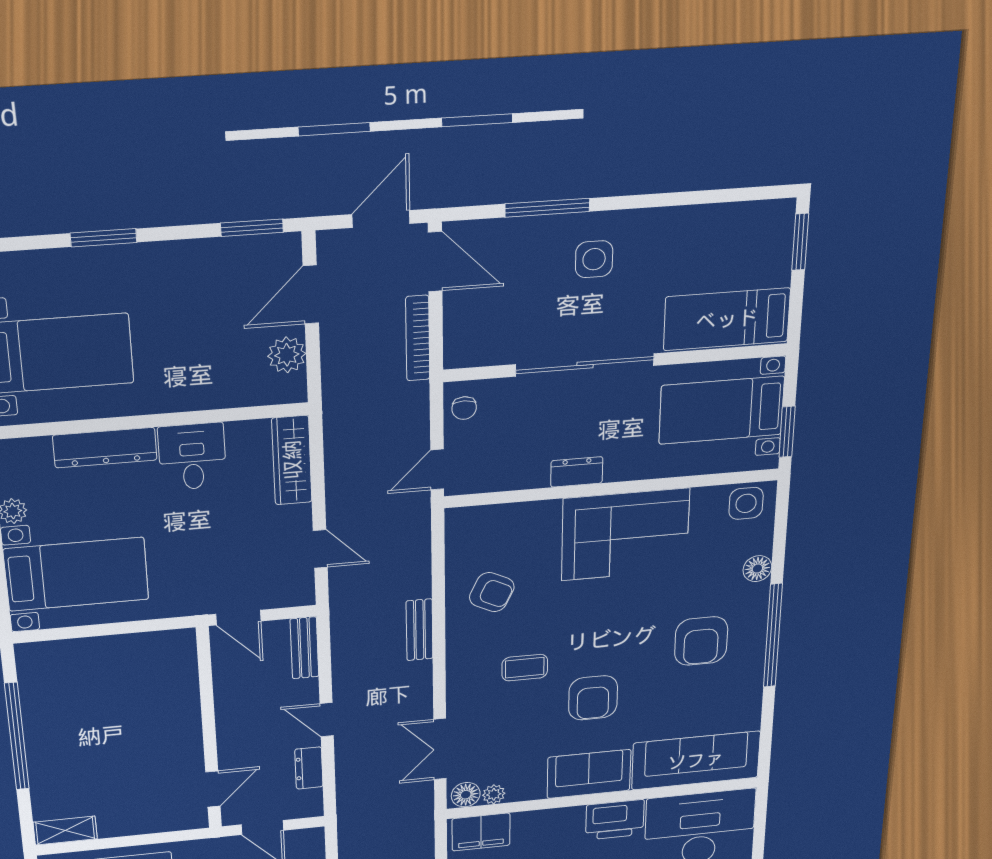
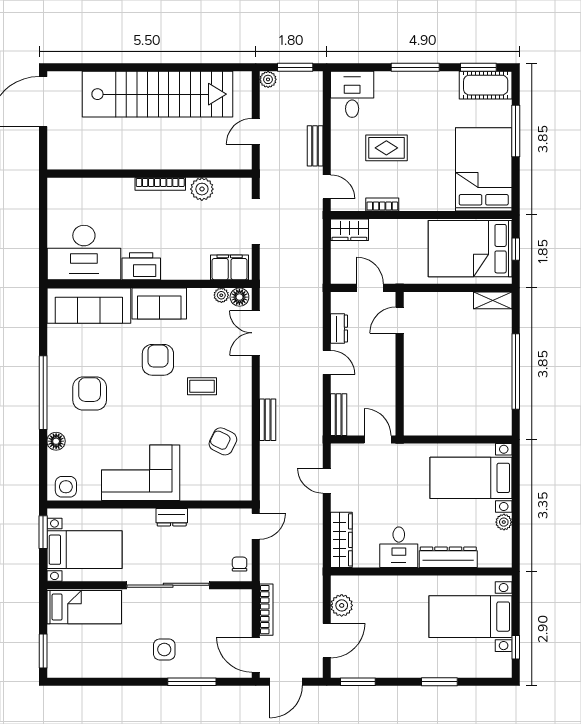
double door: (440, 749) -> (256, 333), swing flipped

